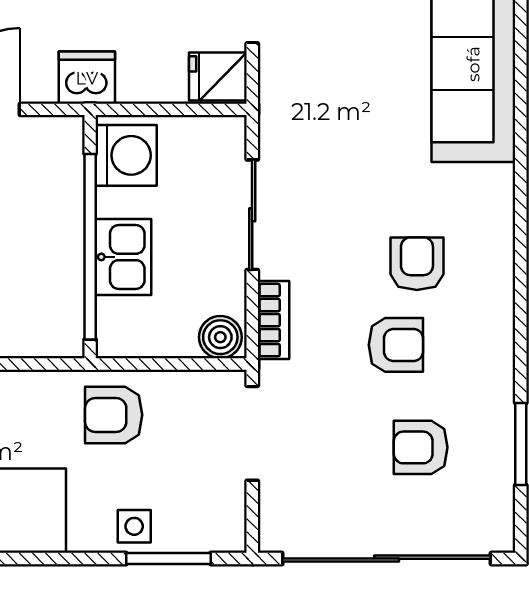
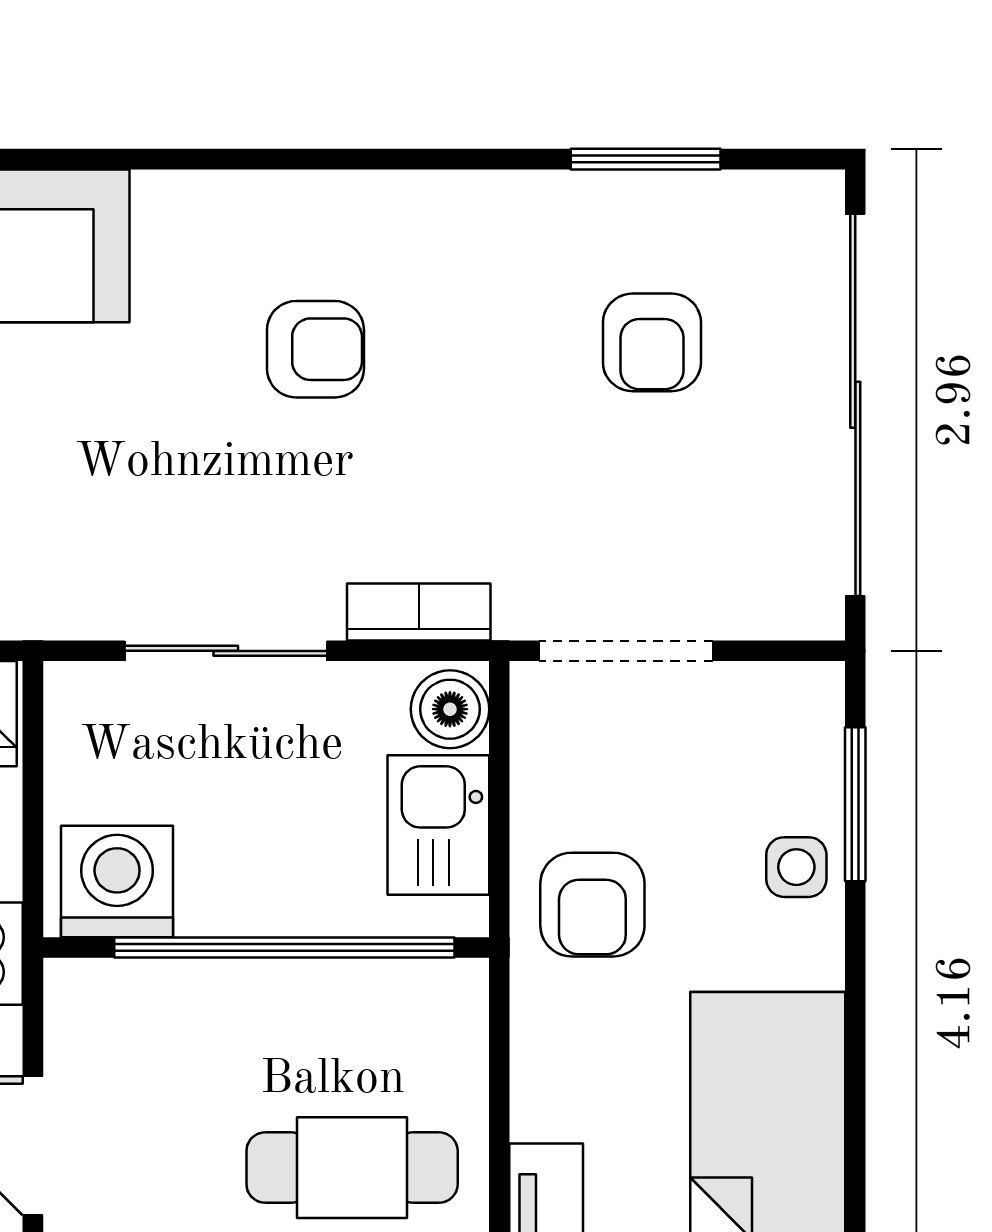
kitchen sink: (123, 257) -> (438, 825), moved, turned -90
armchair: (417, 264) -> (315, 349), turned 180
armchair: (396, 345) -> (464, 388), removed

